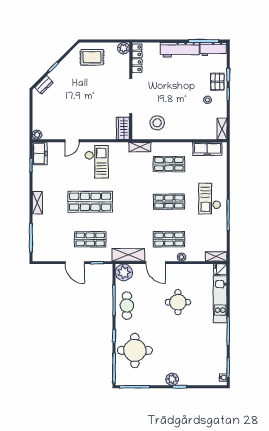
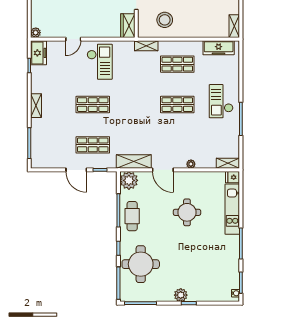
shop shelf: (90, 202) -> (93, 105), width x0.70, depth x0.74
shop shelf: (169, 239) -> (177, 145), removed

